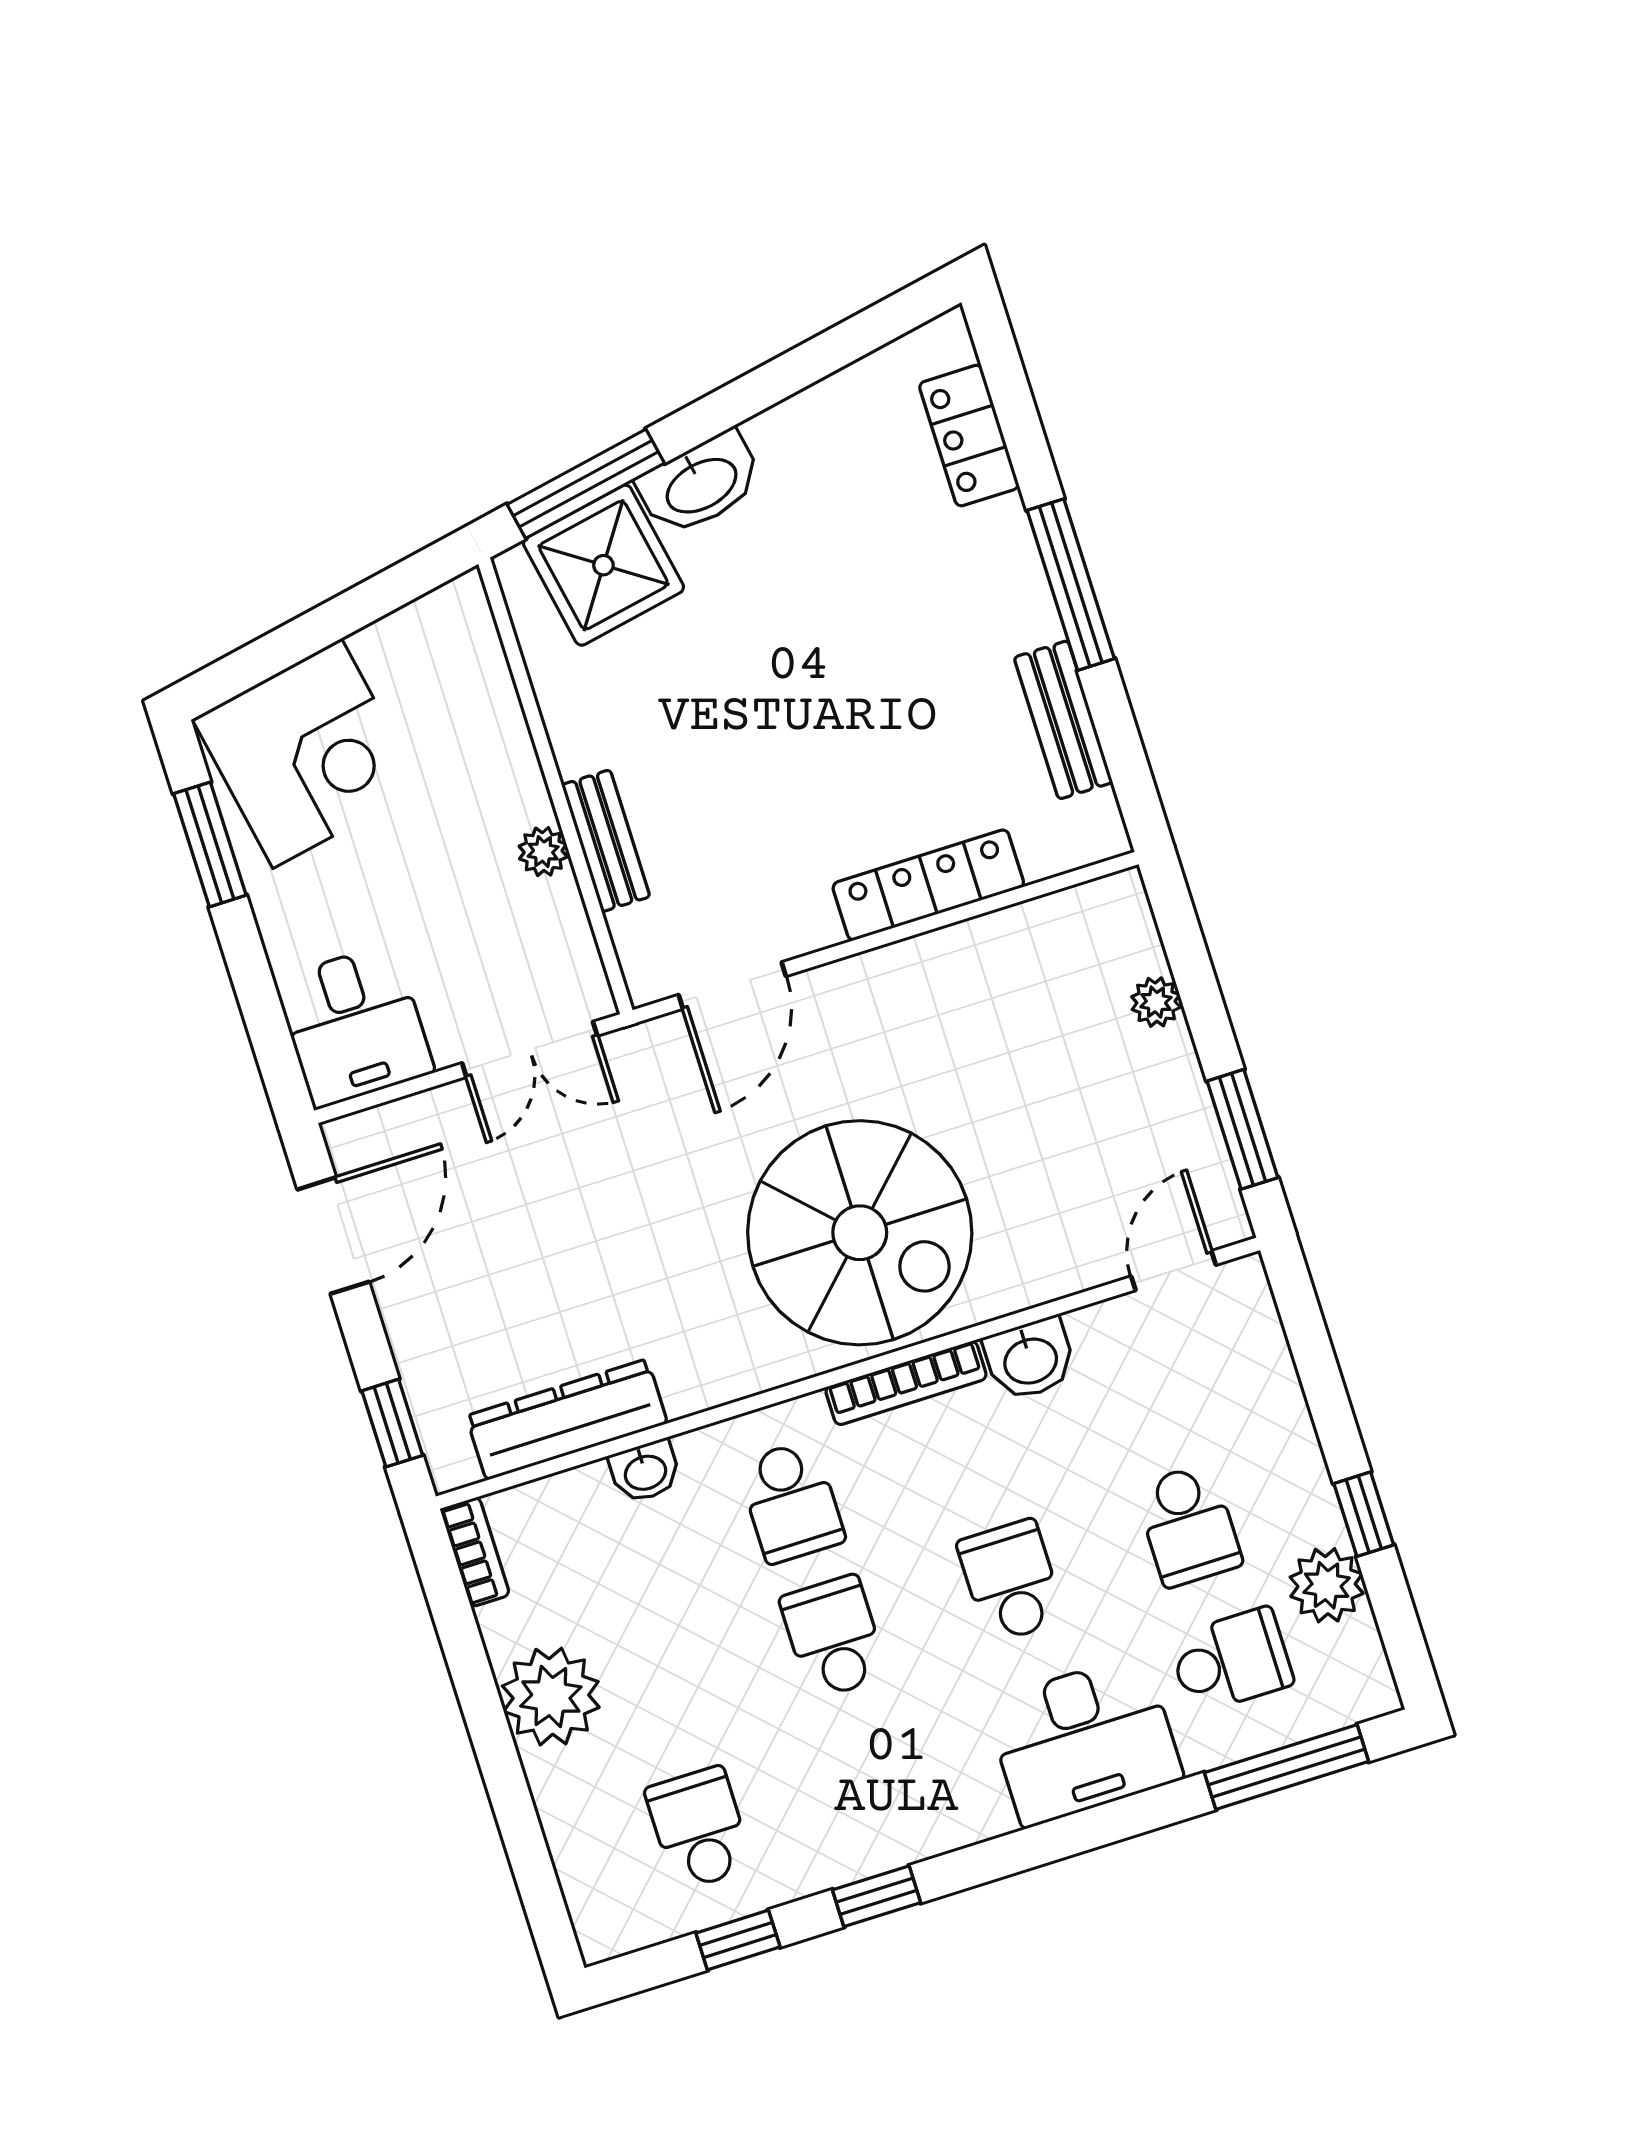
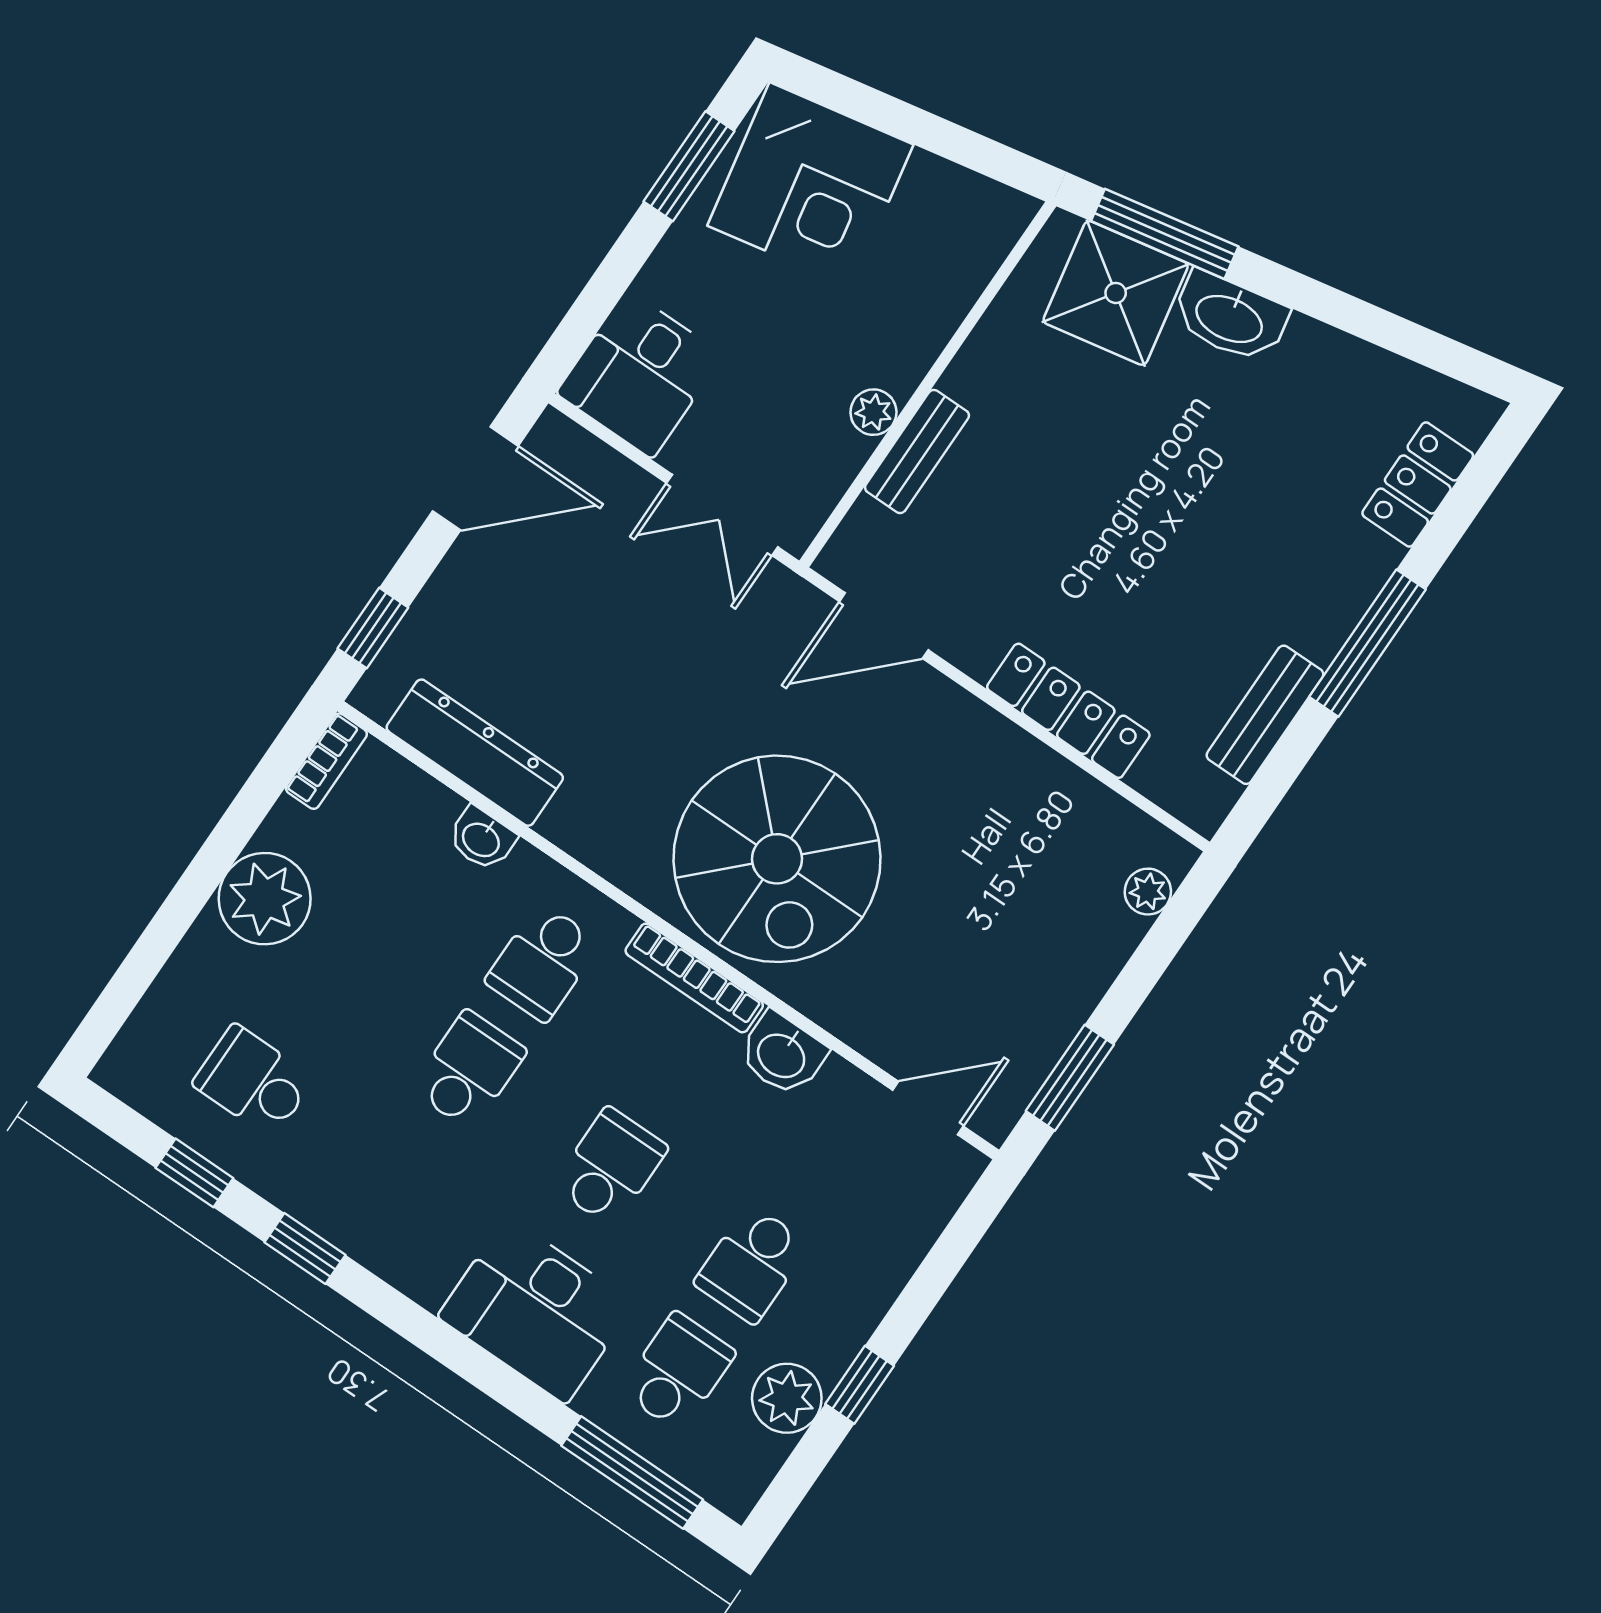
plant: (1156, 1002) -> (1148, 892), moved
school desk: (1231, 1661) -> (678, 1372), turned -90
school desk: (699, 1828) -> (253, 1081), turned -90

